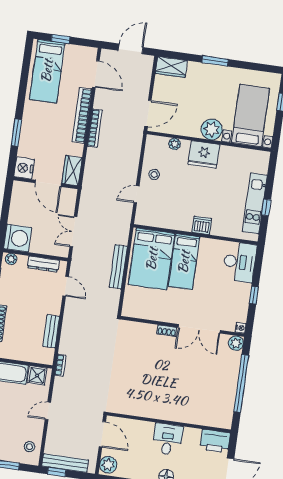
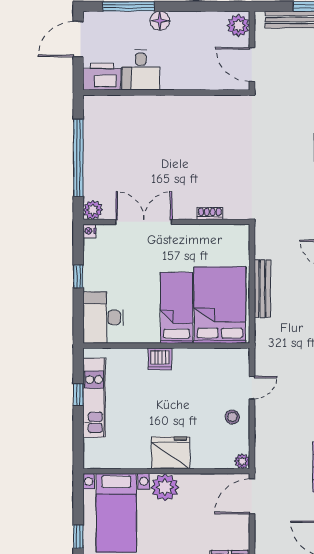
plant: (175, 144) -> (242, 461), moved
shoe rack: (167, 331) -> (210, 213), moved
desk: (167, 439) -> (141, 70), moved

